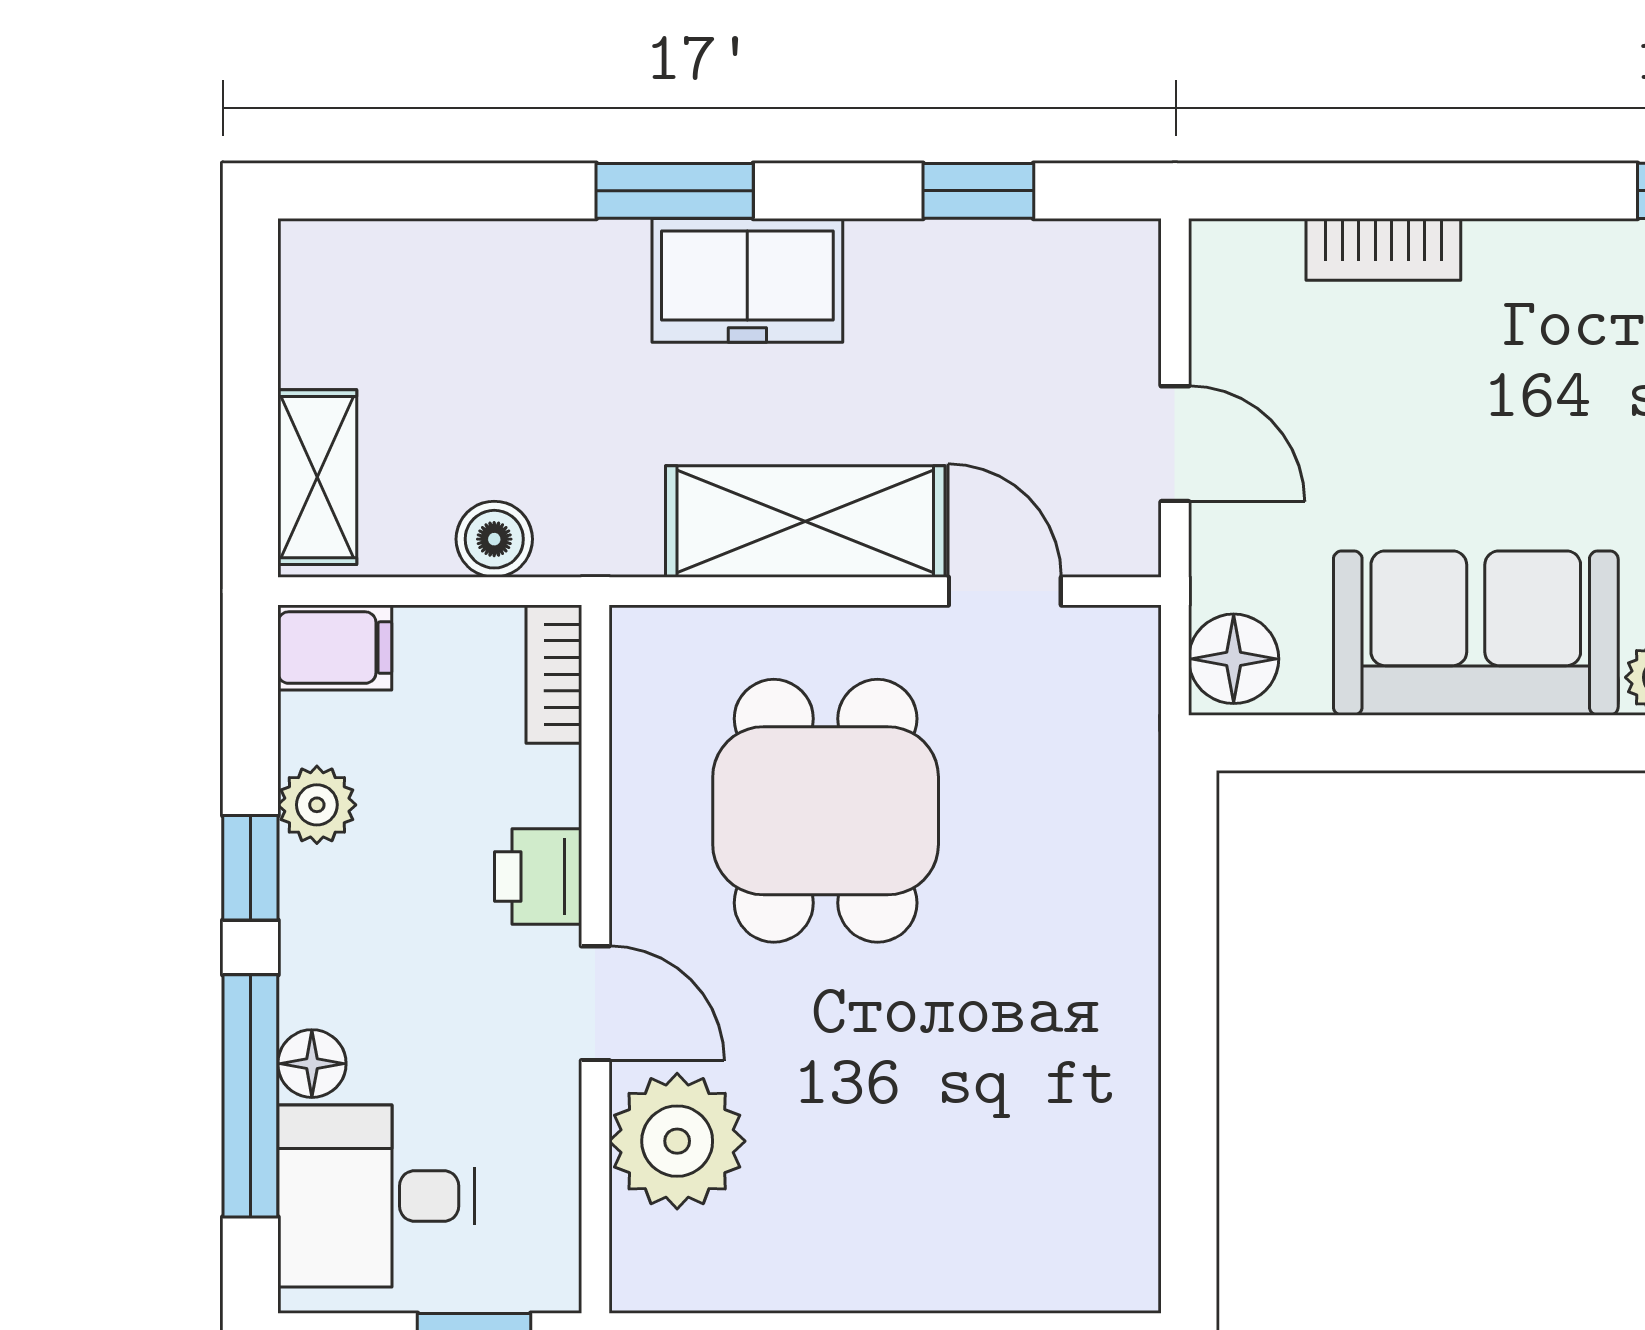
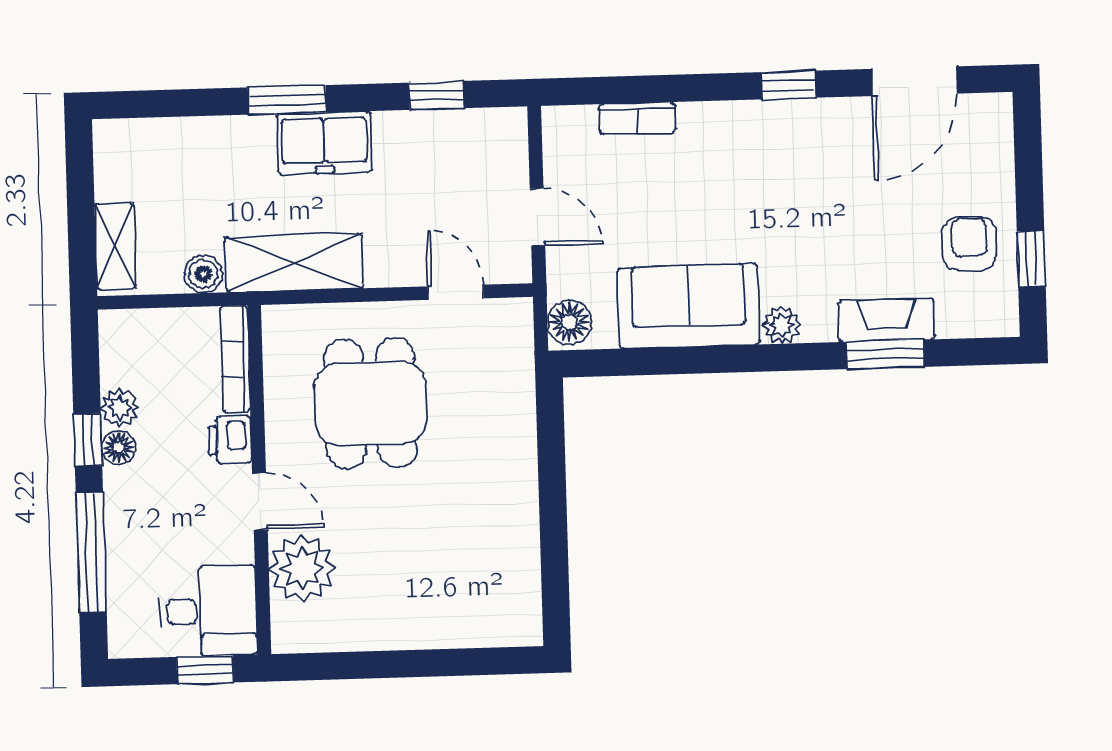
shelving: (805, 521) -> (294, 263), moved
filing cabinet: (335, 648) -> (126, 330), removed
bookcase: (554, 674) -> (235, 359), width x1.56
floor lamp: (312, 1064) -> (118, 447), moved
desk: (376, 1196) -> (208, 611), moved, turned 180

